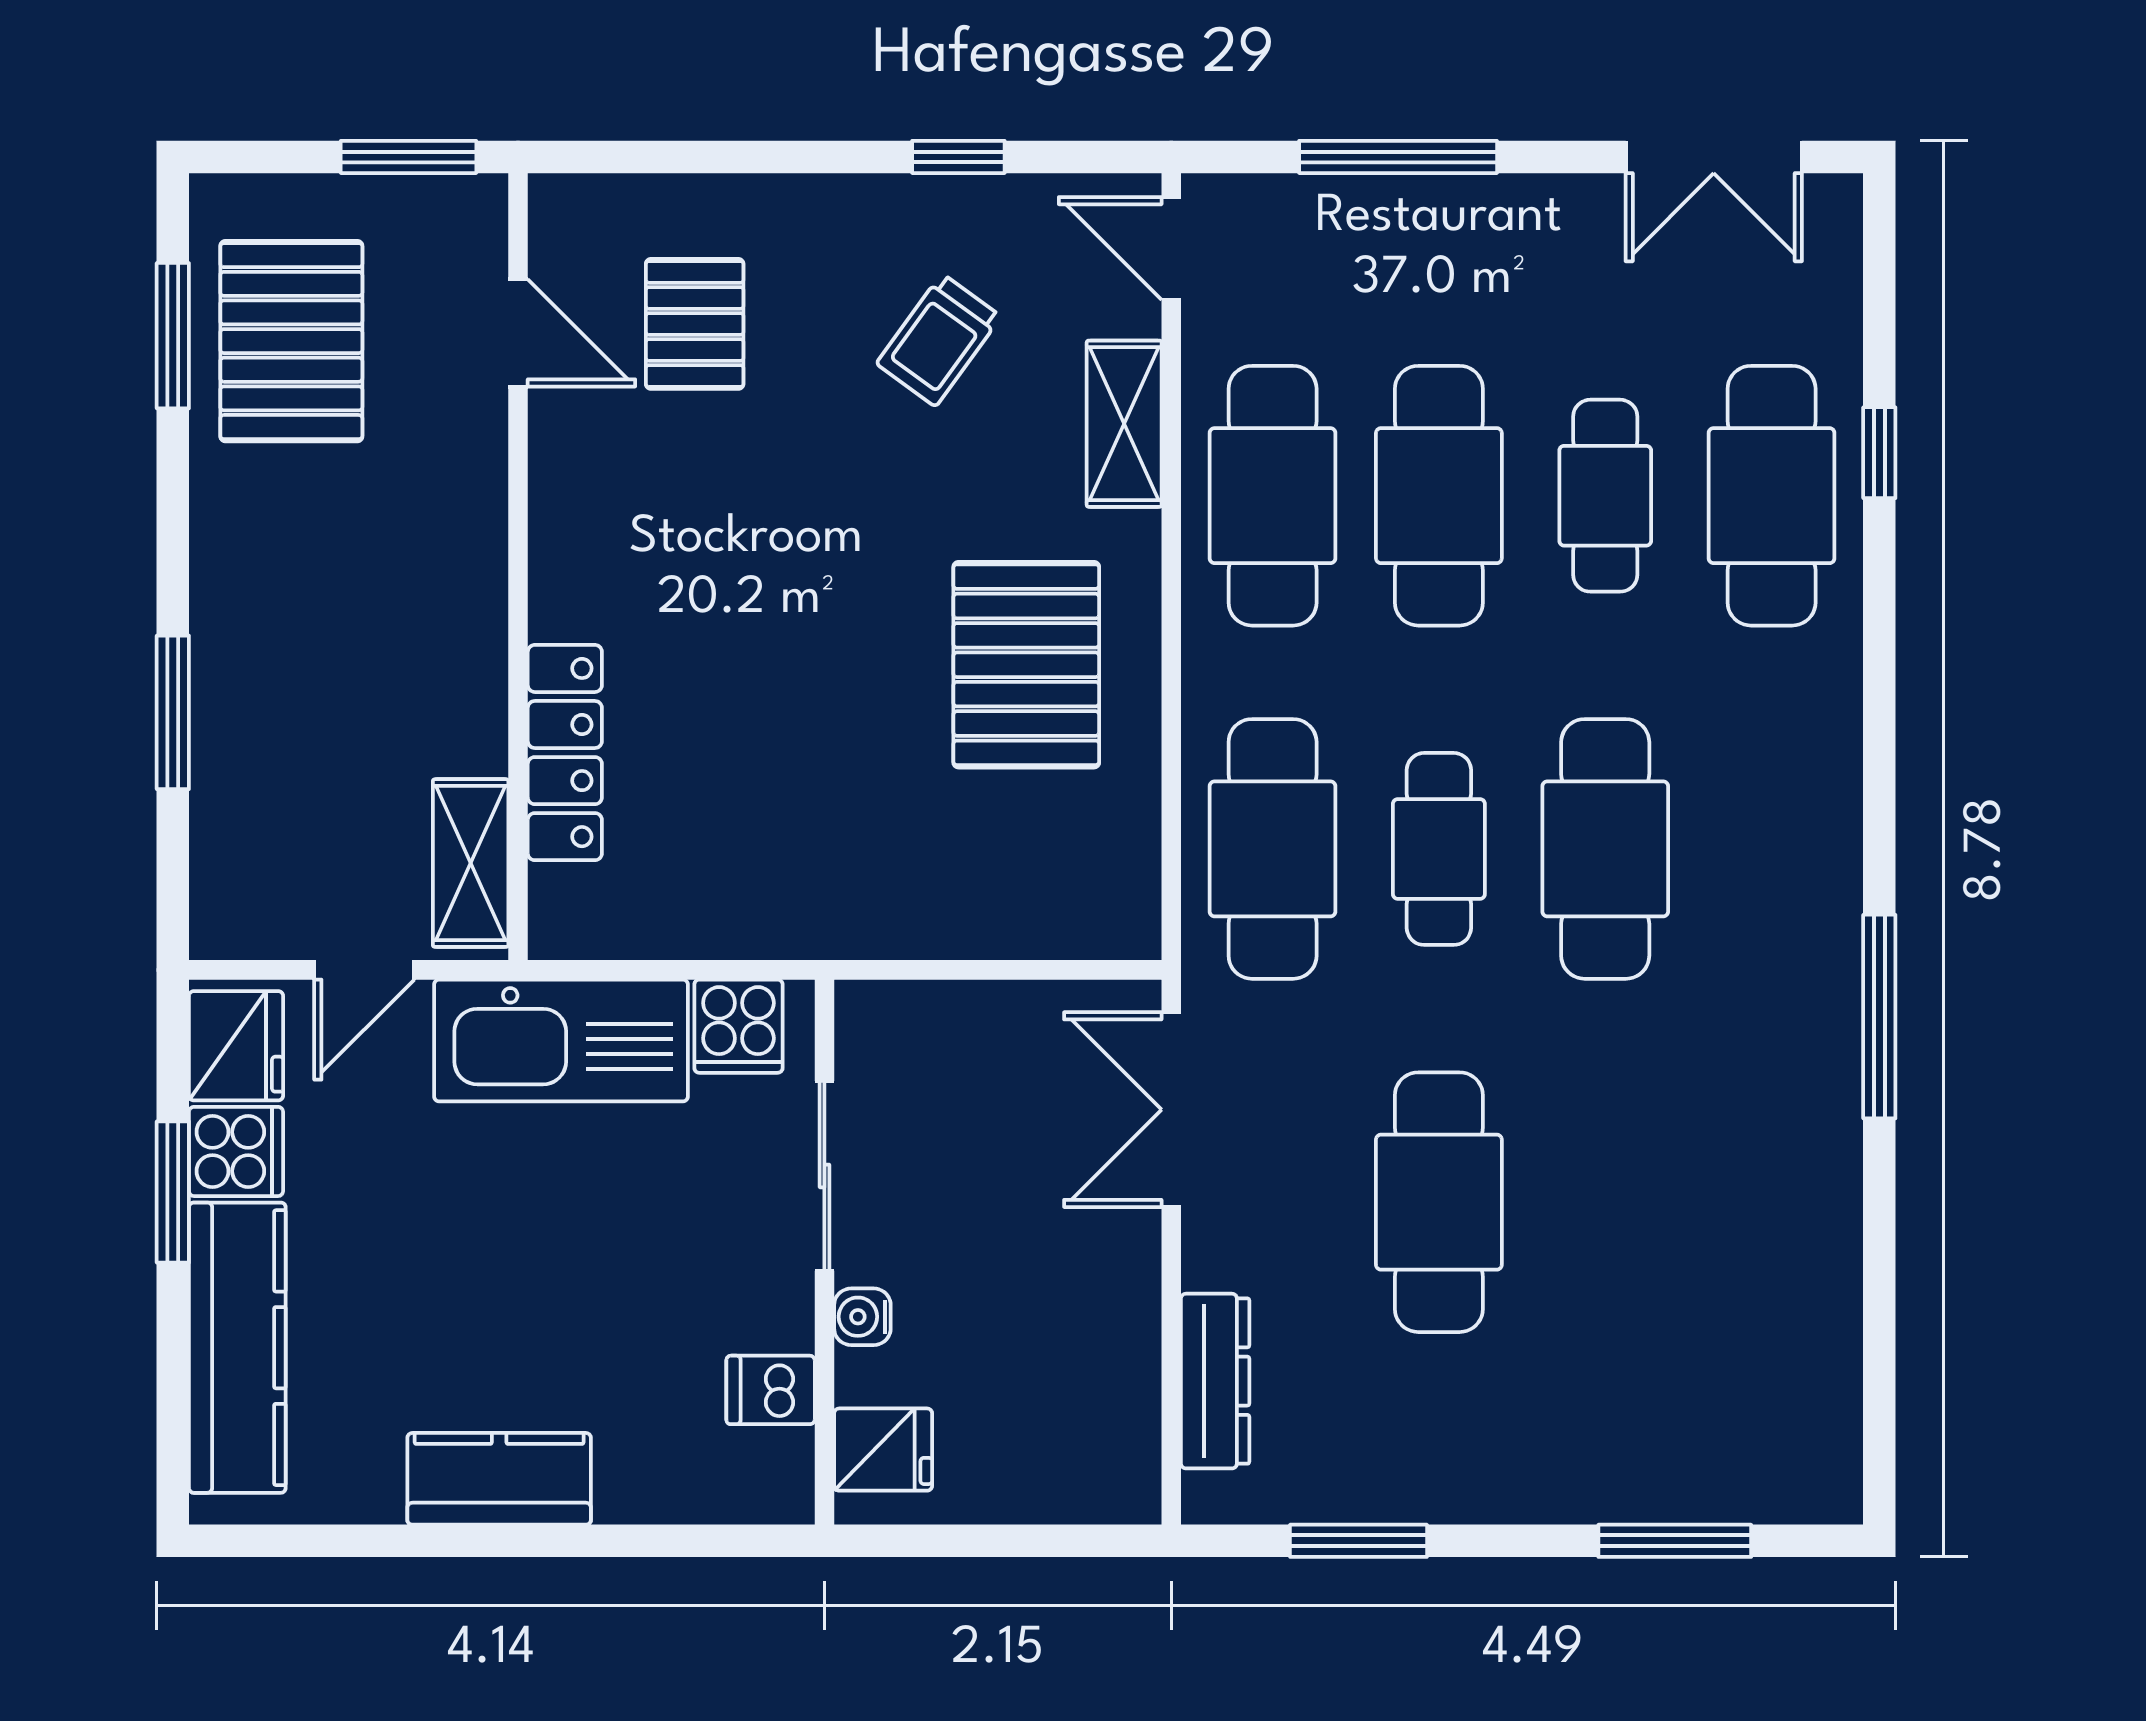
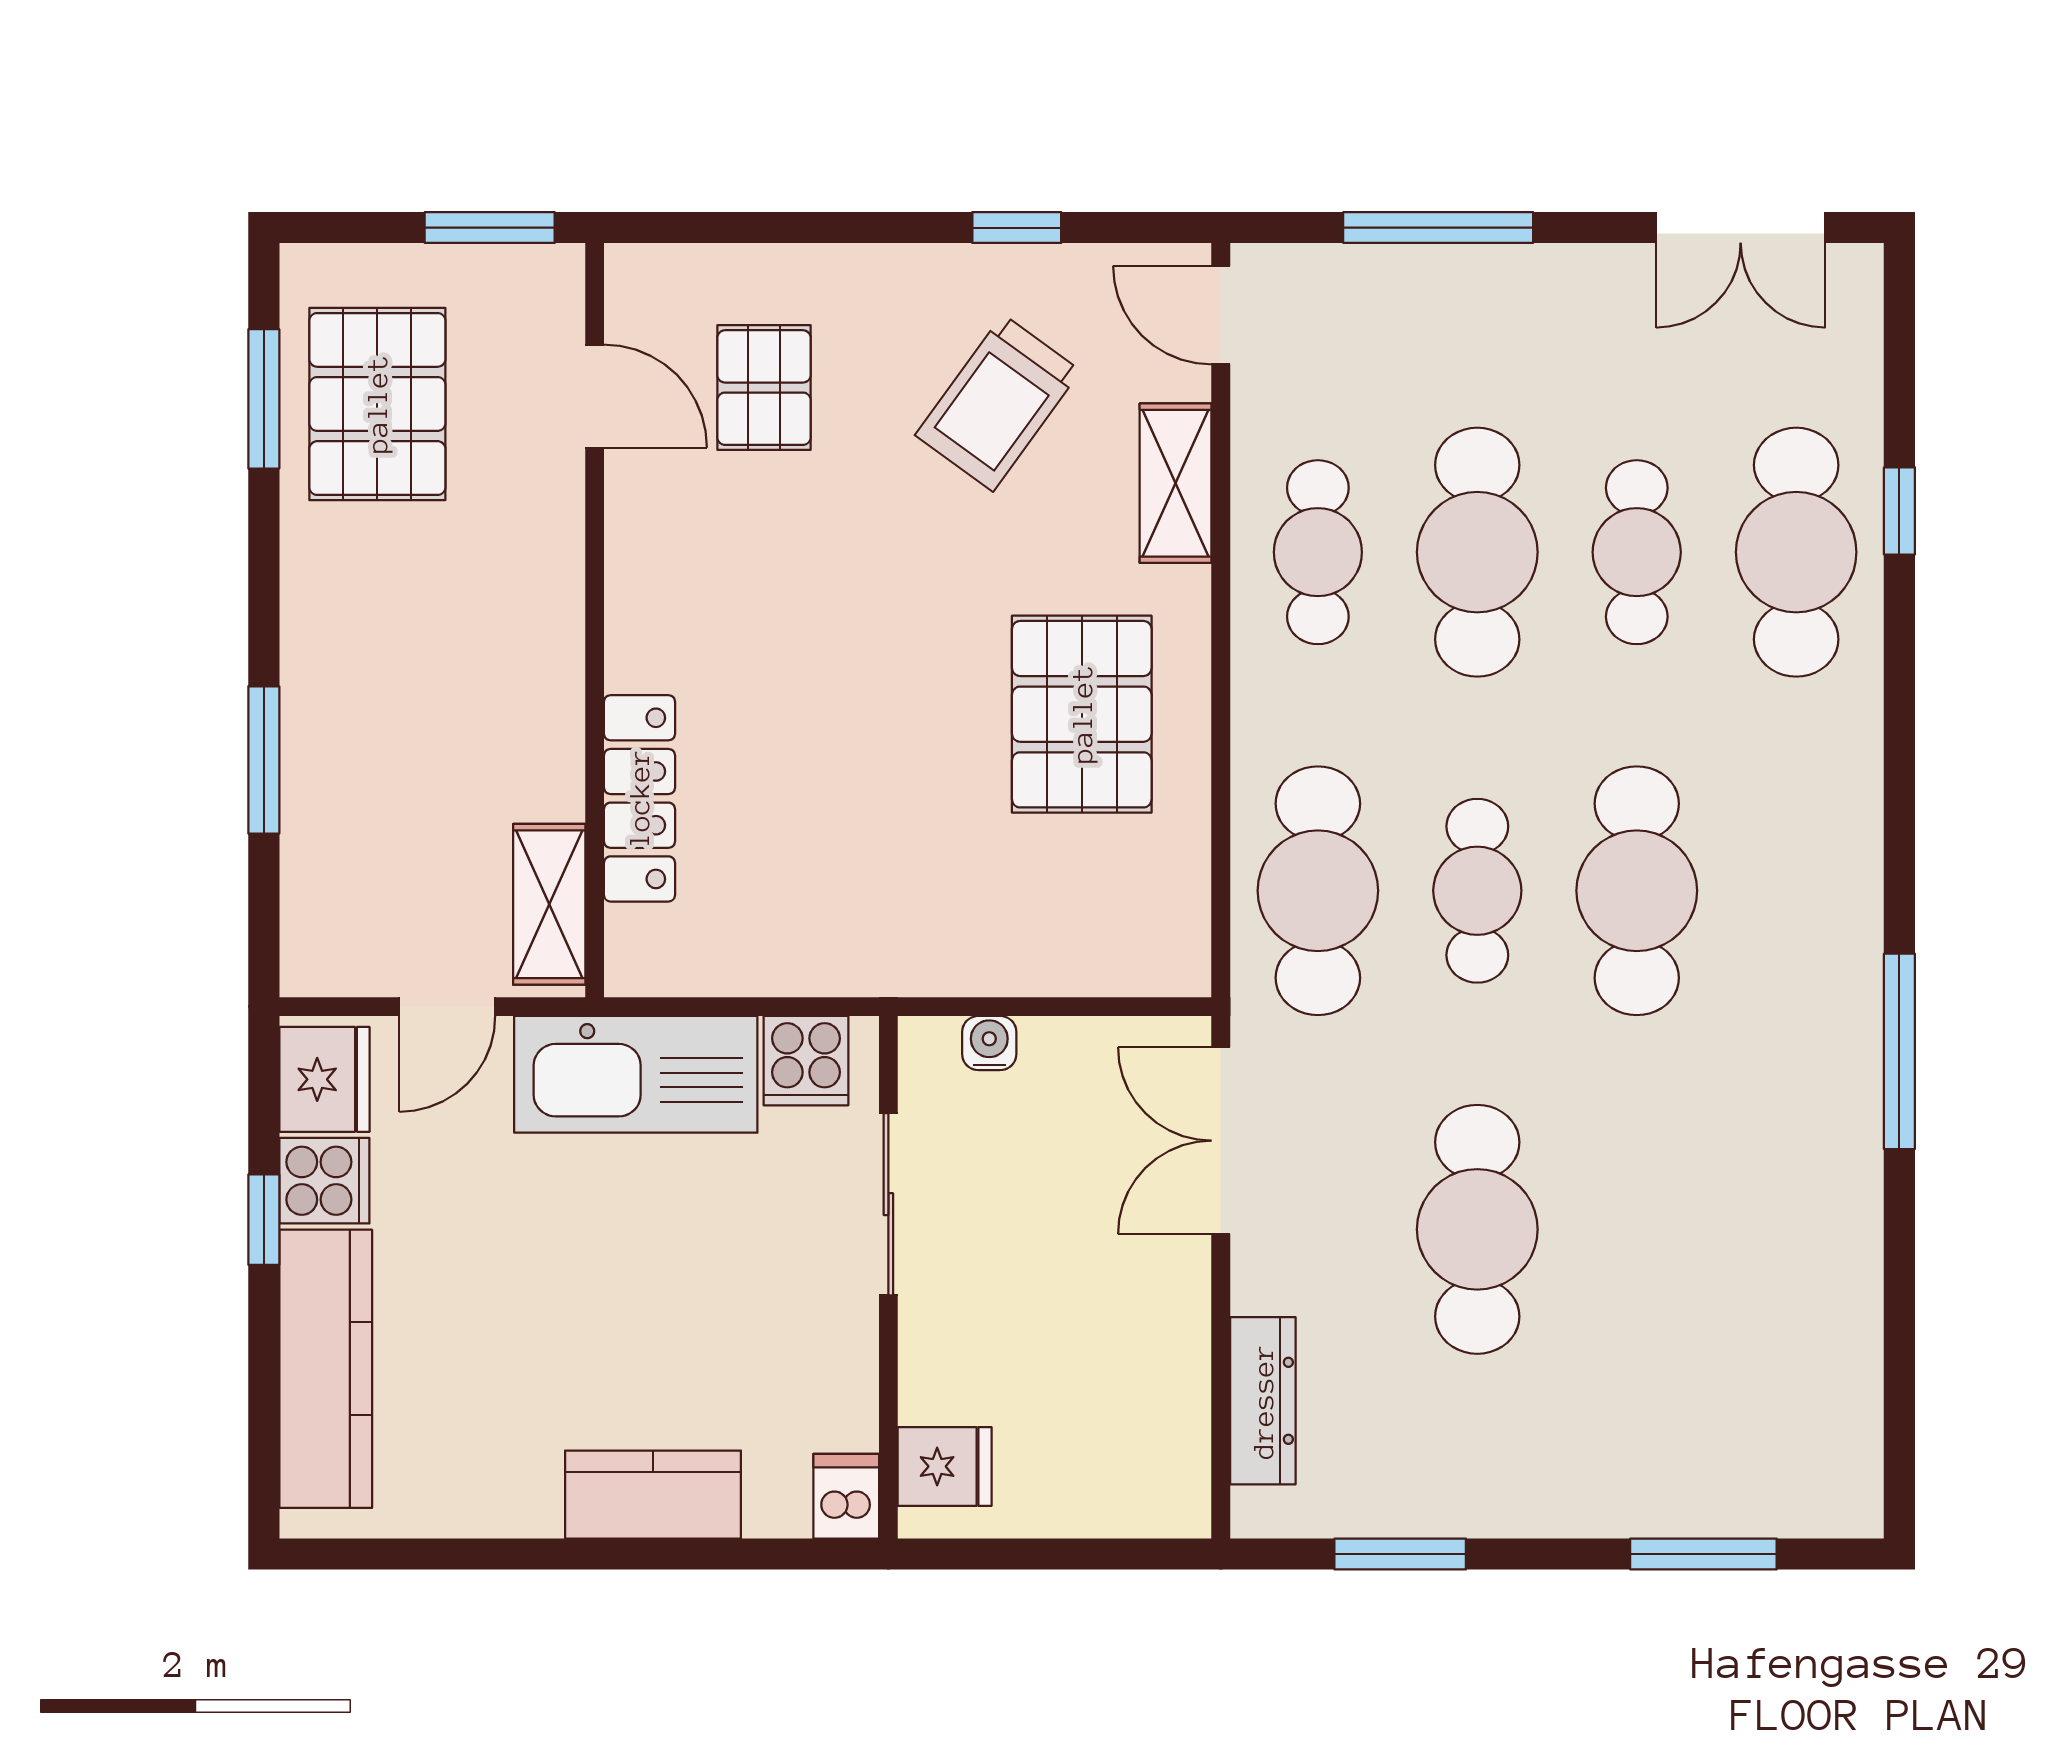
trolley: (939, 340) -> (998, 403), width x1.36, depth x1.39
cafe table: (1273, 496) -> (1318, 552), width x0.73, depth x0.74
window: (173, 1192) -> (264, 1220), width x0.67
water cooler: (862, 1317) -> (989, 1043), moved, turned 90
dishwasher: (771, 1390) -> (846, 1496), moved, turned 90
kitchen counter: (499, 1479) -> (653, 1495), moved

